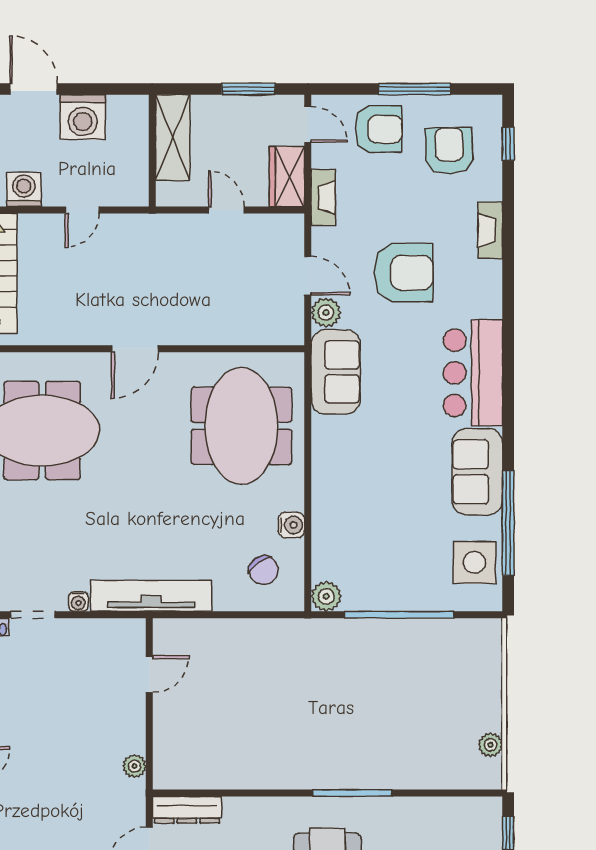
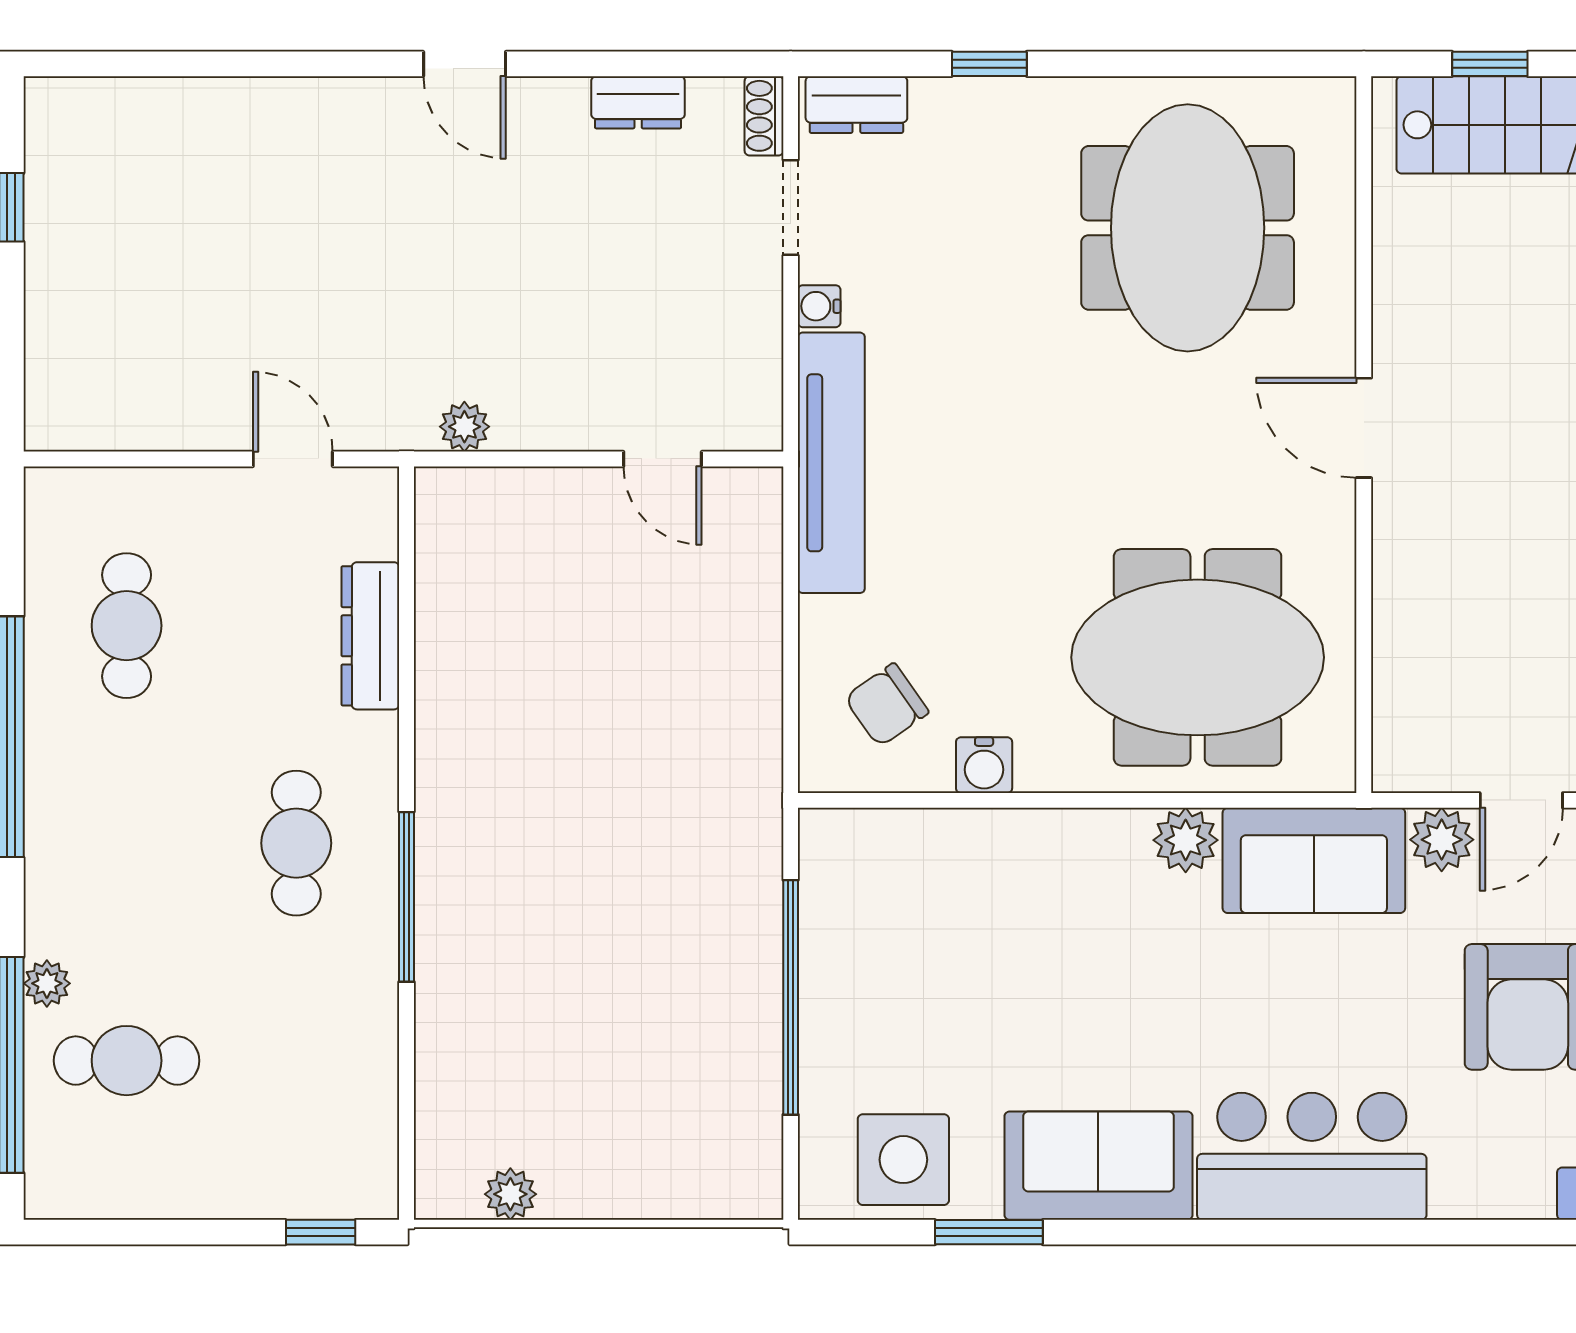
window: (508, 523) -> (989, 1232), width x0.47
plant: (326, 596) -> (1186, 840), moved
dresser: (187, 810) -> (370, 636), moved

